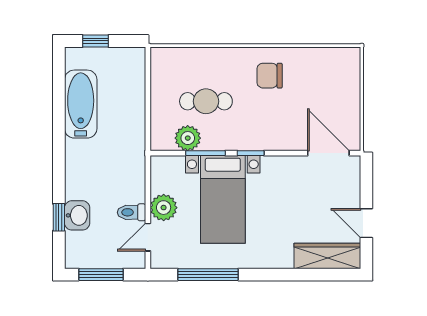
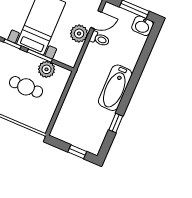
bathtub: (81, 104) -> (115, 88), moved
washbasin: (77, 215) -> (142, 26), moved, turned -90
window: (59, 217) -> (116, 123), moved

